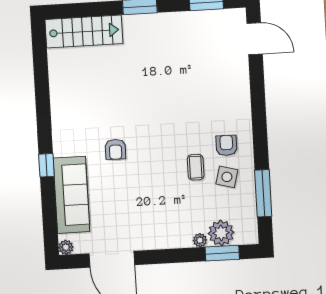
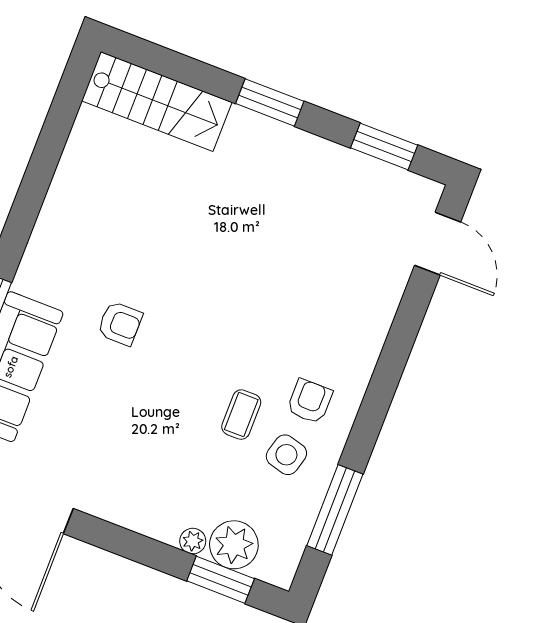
armchair: (115, 149) -> (120, 323), turned -91

